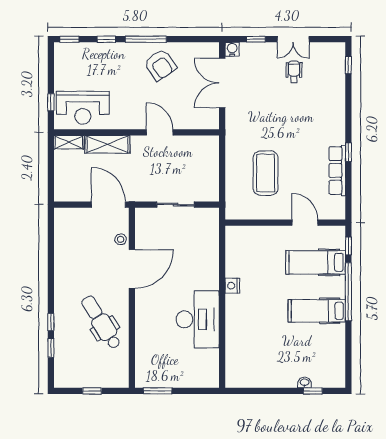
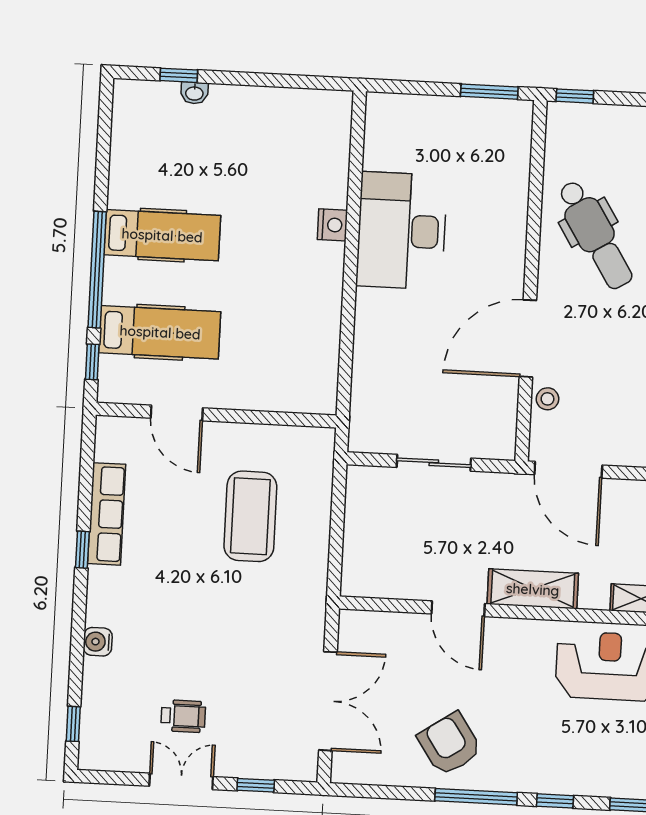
water cooler: (232, 49) -> (98, 642), moved, turned 90
wheelchair: (294, 72) -> (183, 716), turned -90
shelving: (107, 144) -> (533, 589), moved
nightstand: (232, 286) -> (332, 225), moved
window: (92, 391) -> (575, 96), moved

